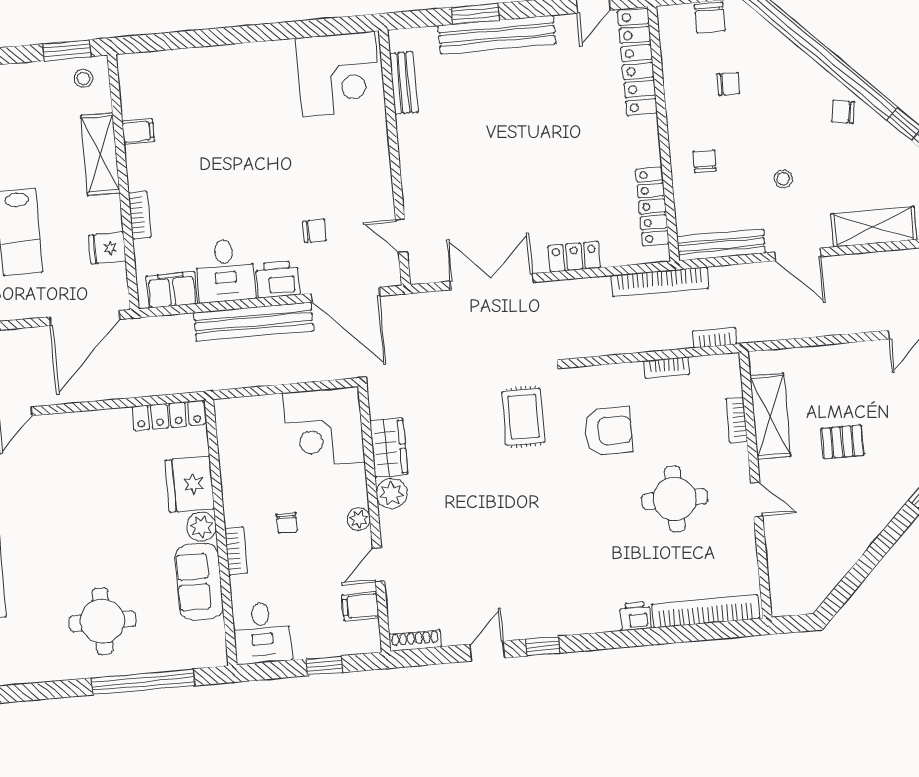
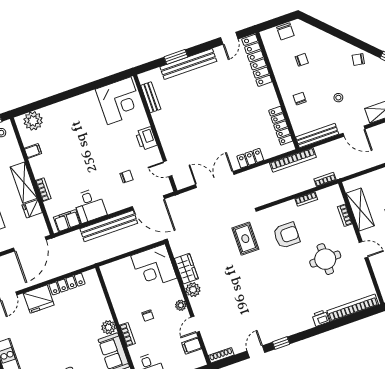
plant: (154, 71) -> (33, 121), added
shelving: (100, 154) -> (24, 183), moved
printer: (278, 279) -> (146, 139), moved, turned -90
locker: (169, 416) -> (67, 284), moved
fridge: (190, 484) -> (39, 299), moved, turned -90

